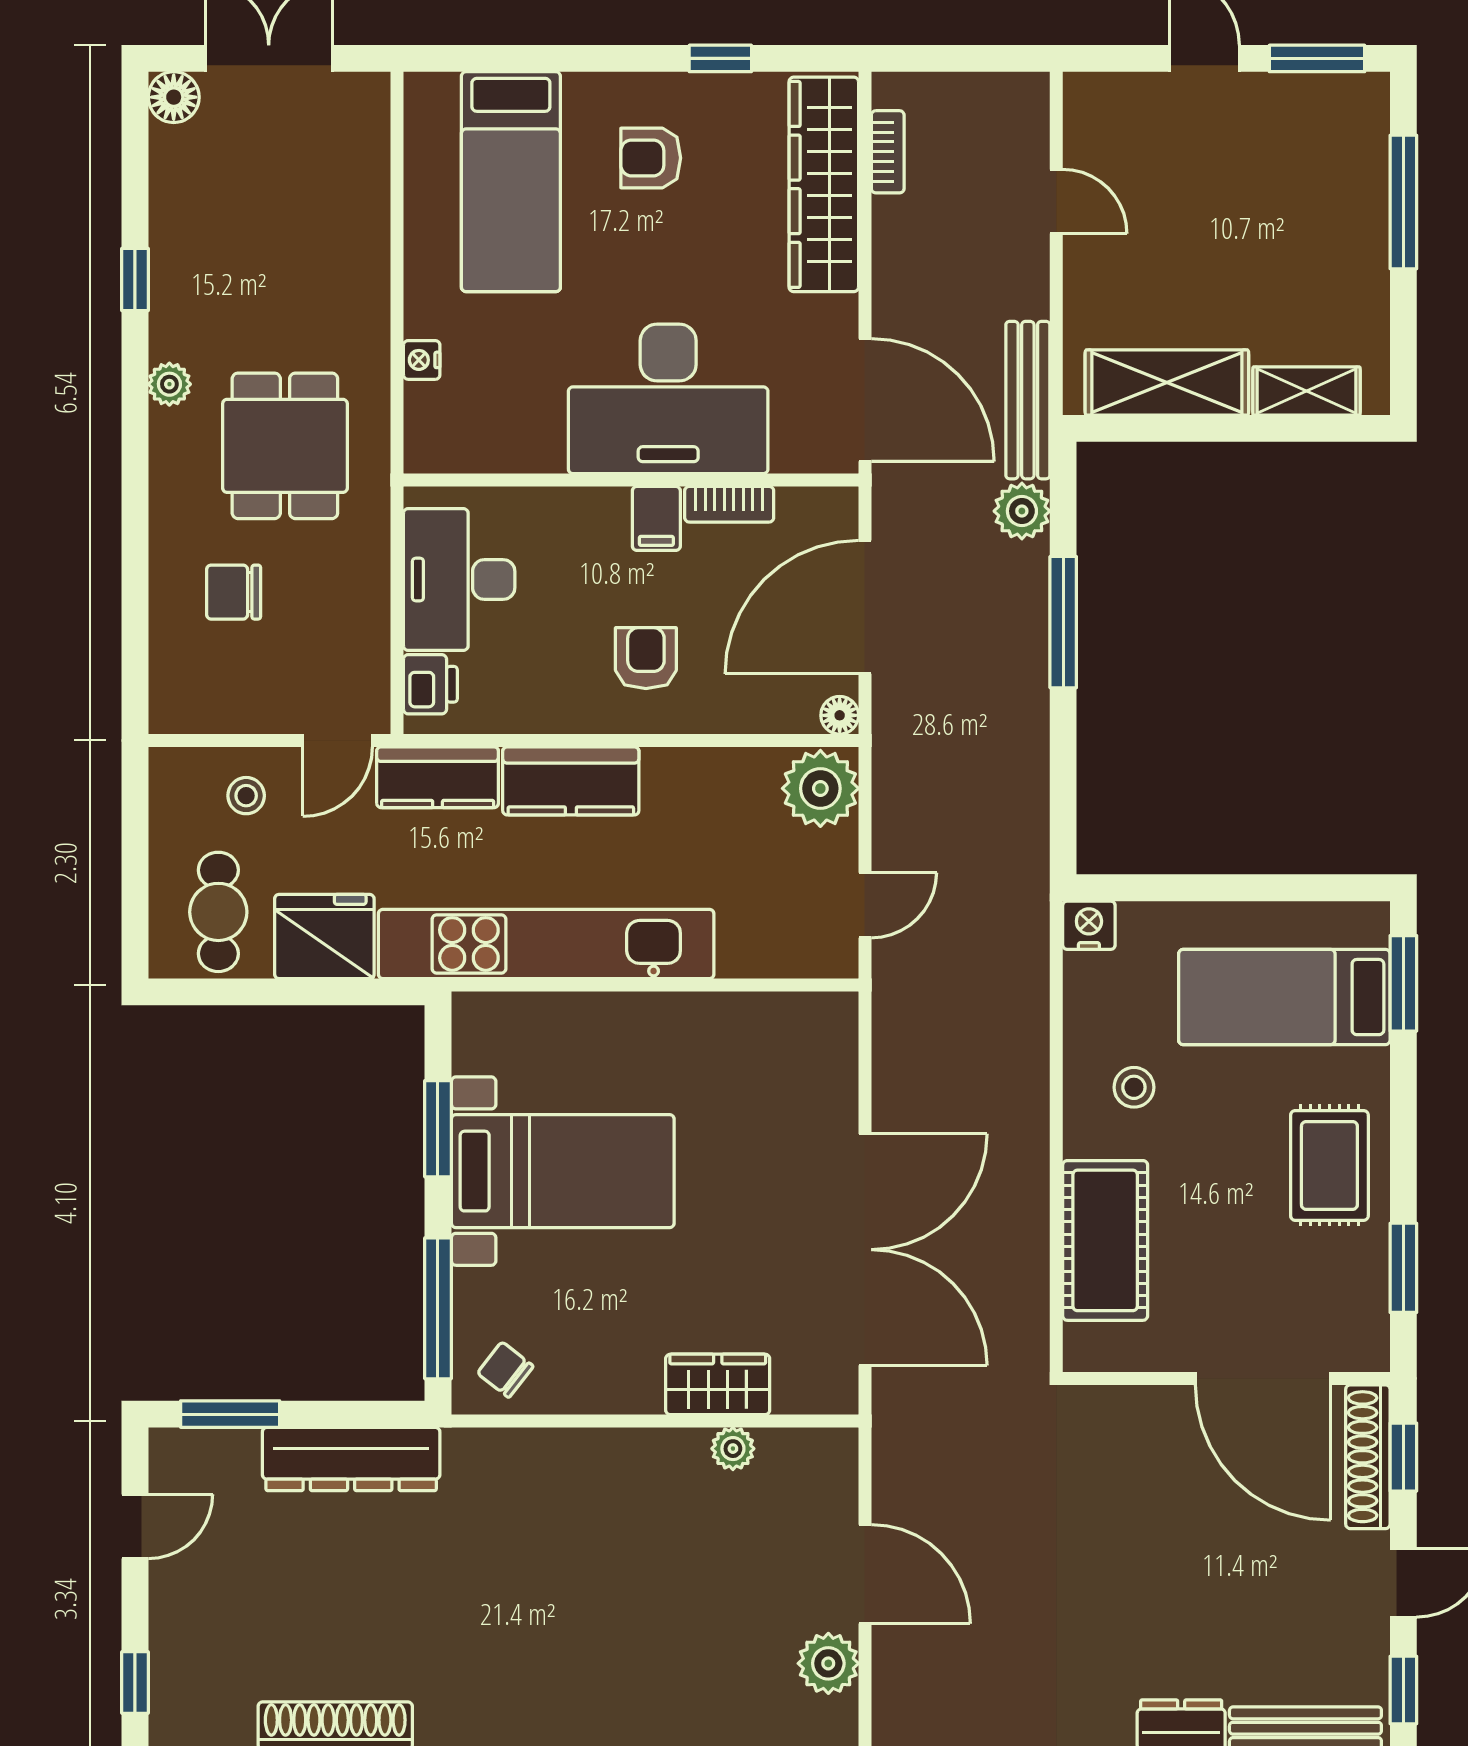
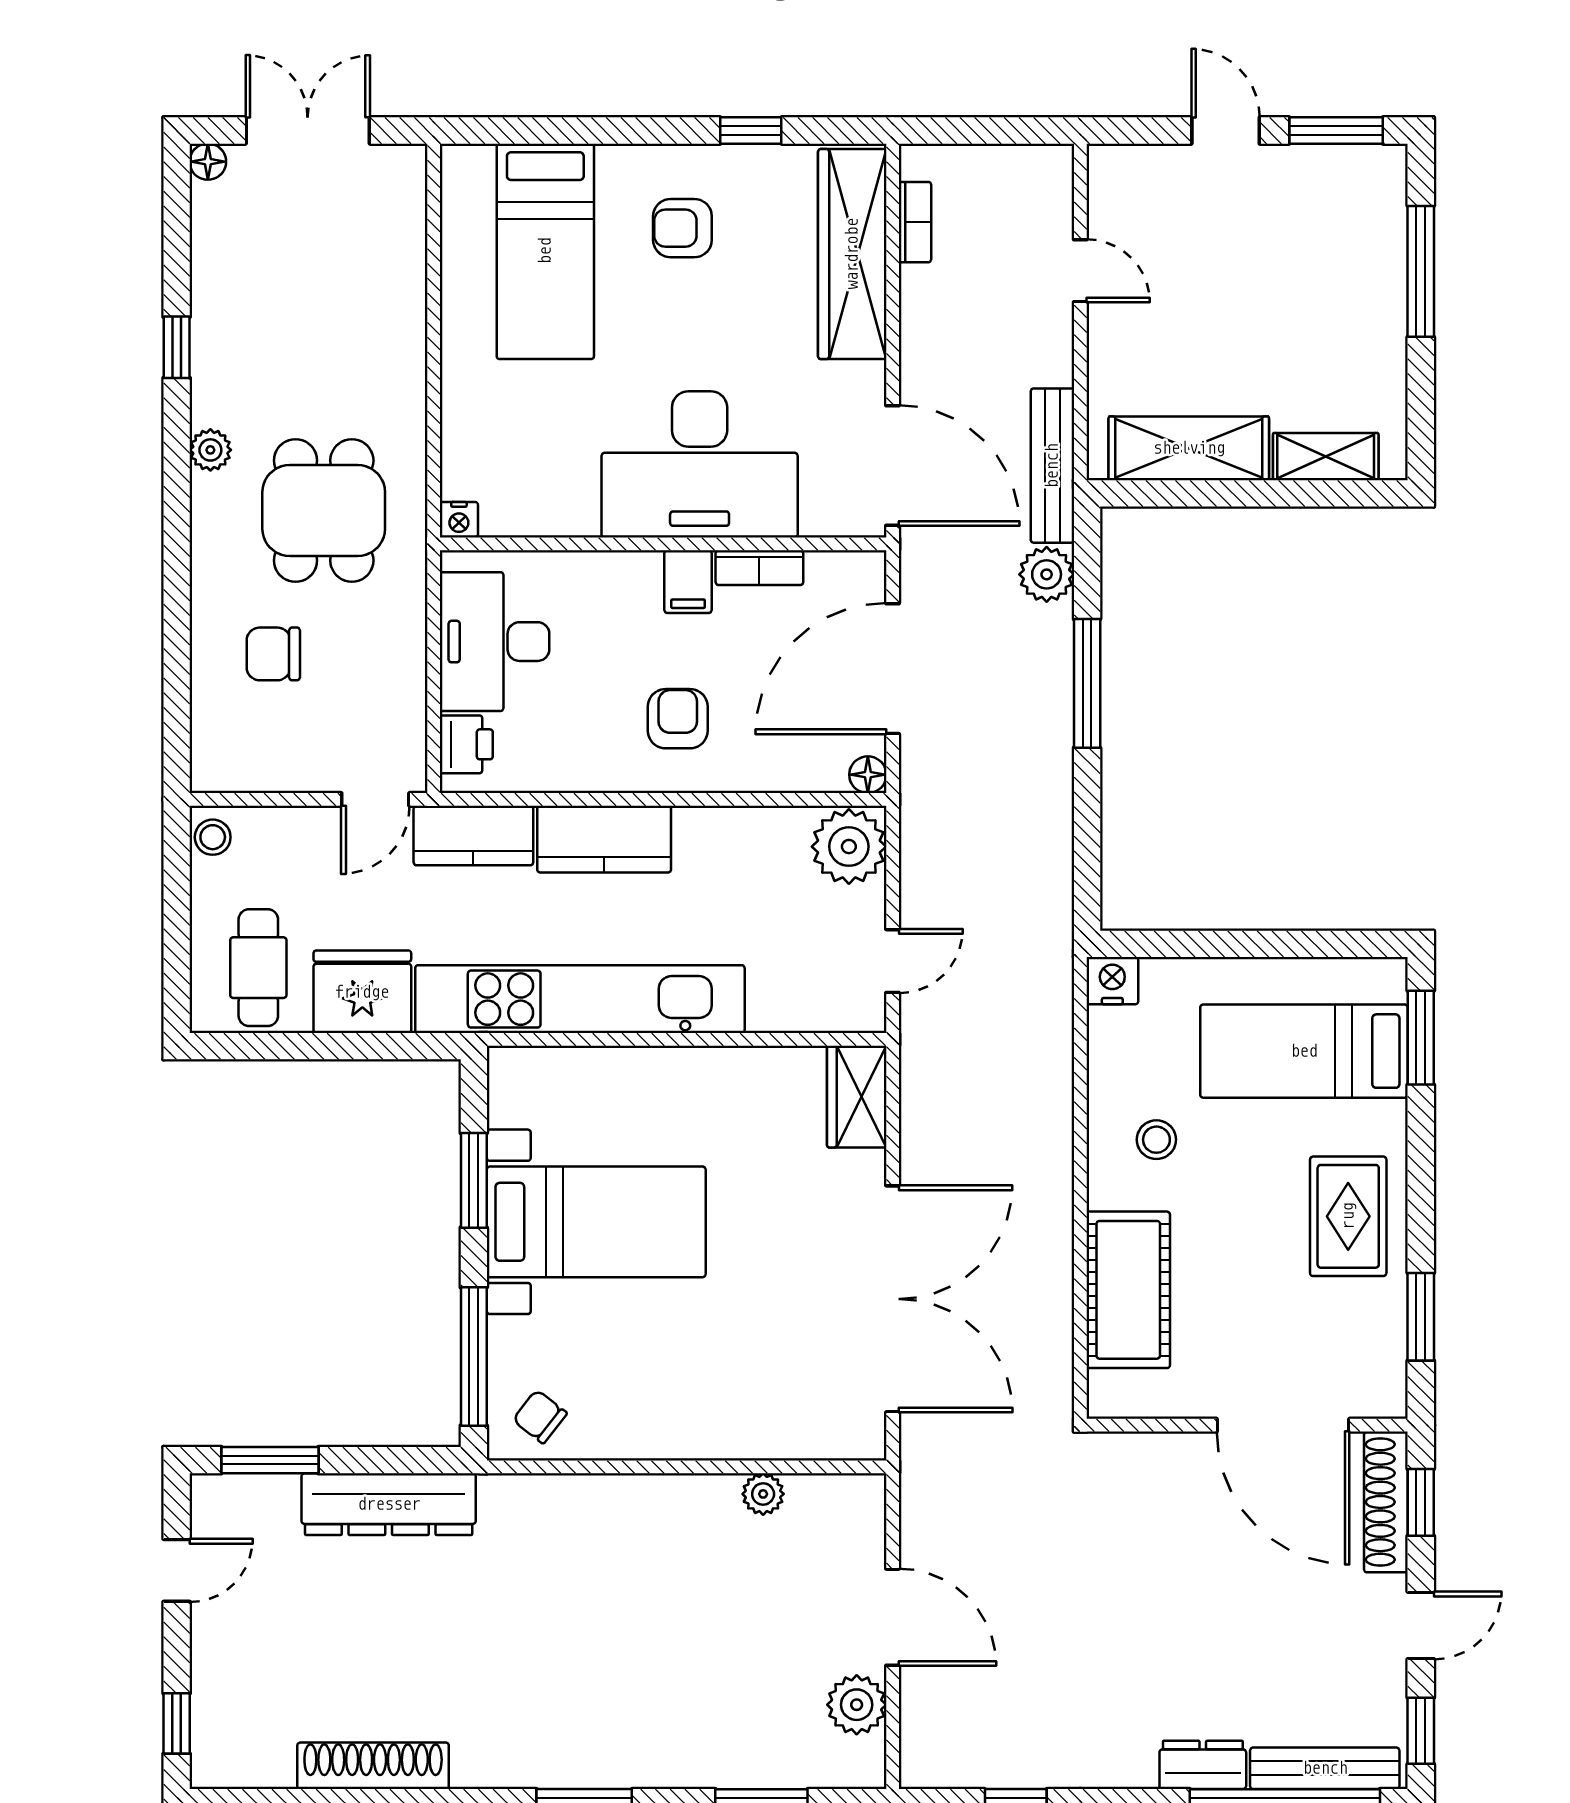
floor lamp: (174, 97) -> (208, 162), width x0.73, depth x0.73
nightstand: (422, 360) -> (459, 520), moved, turned -90
stool: (246, 796) -> (213, 837), moved
wardrobe: (718, 1384) -> (857, 1097), moved, turned -90

